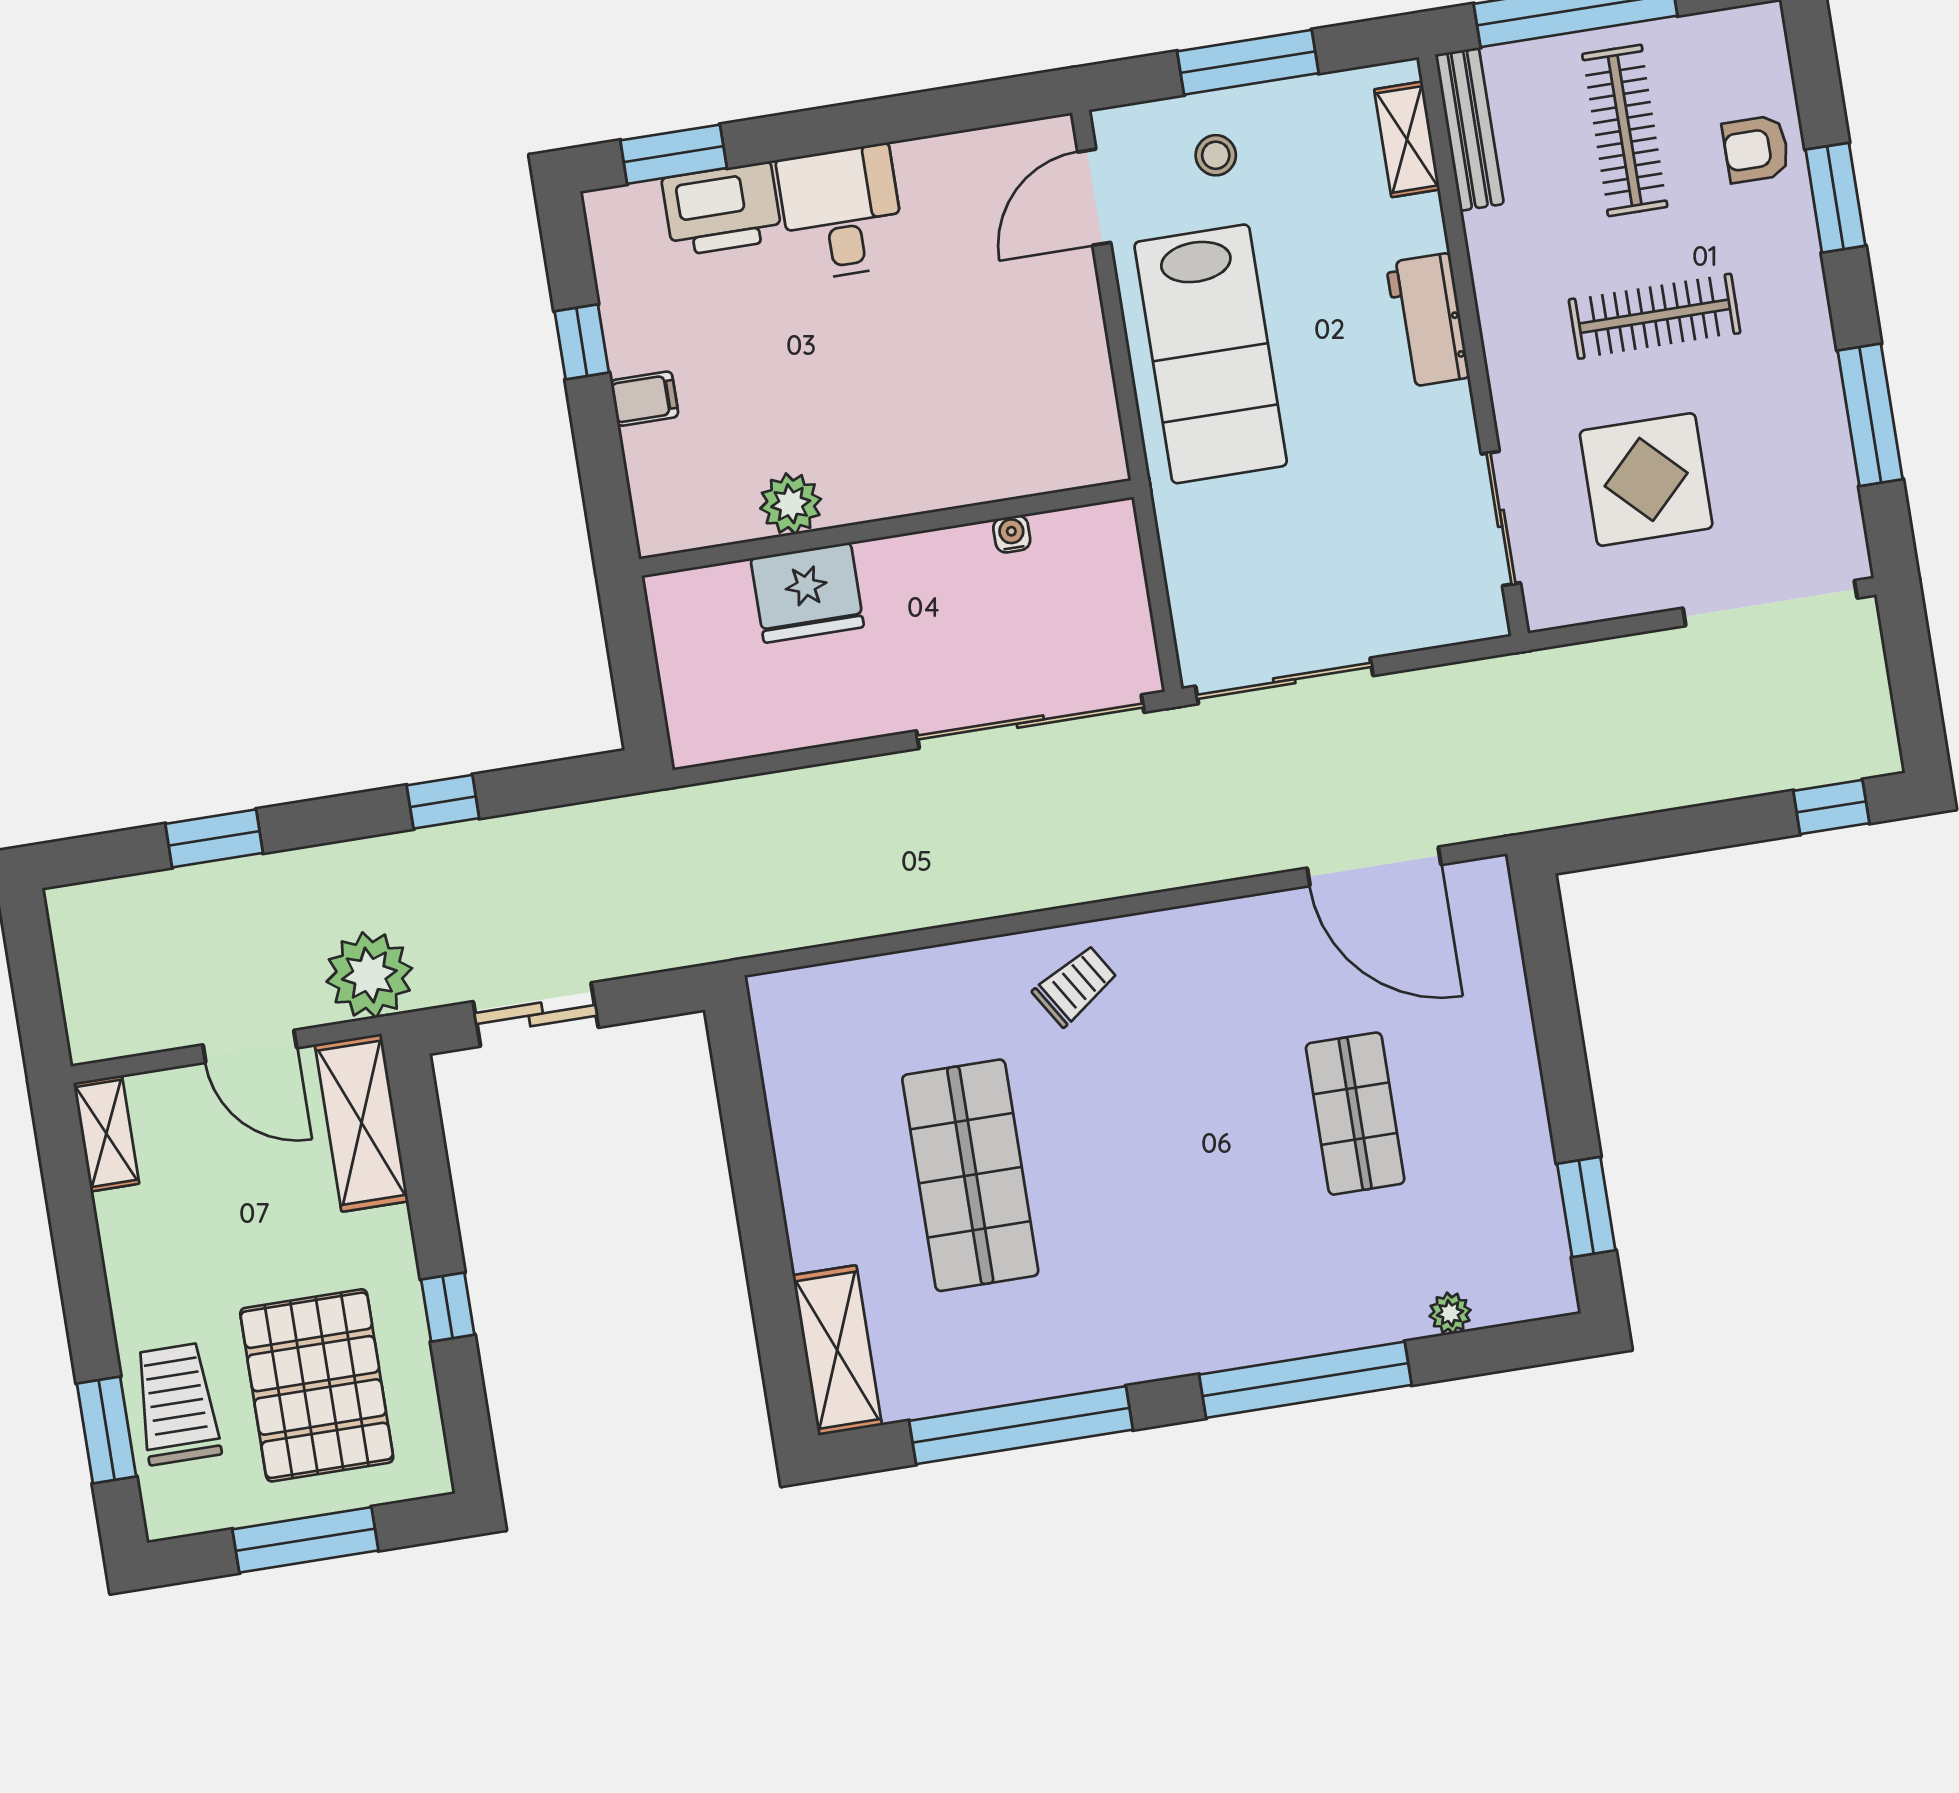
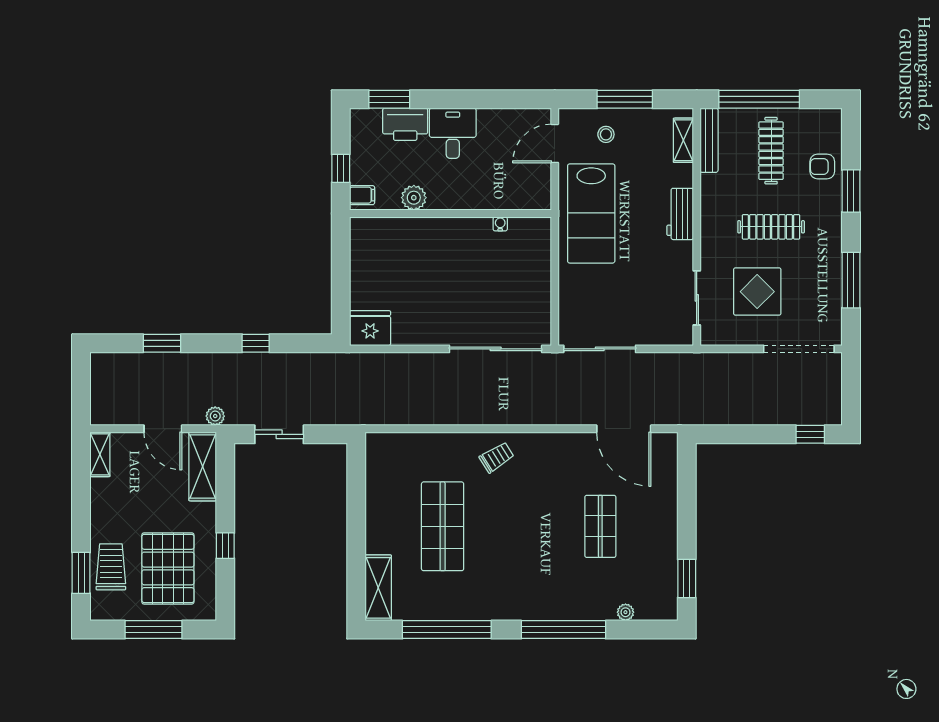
plant: (791, 504) -> (414, 198), moved
wall: (886, 528) -> (450, 214), moved
water cooler: (1012, 534) -> (500, 224), moved
fridge: (807, 593) -> (370, 328), moved, turned 180
plant: (369, 975) -> (215, 416), width x0.53, depth x0.53

